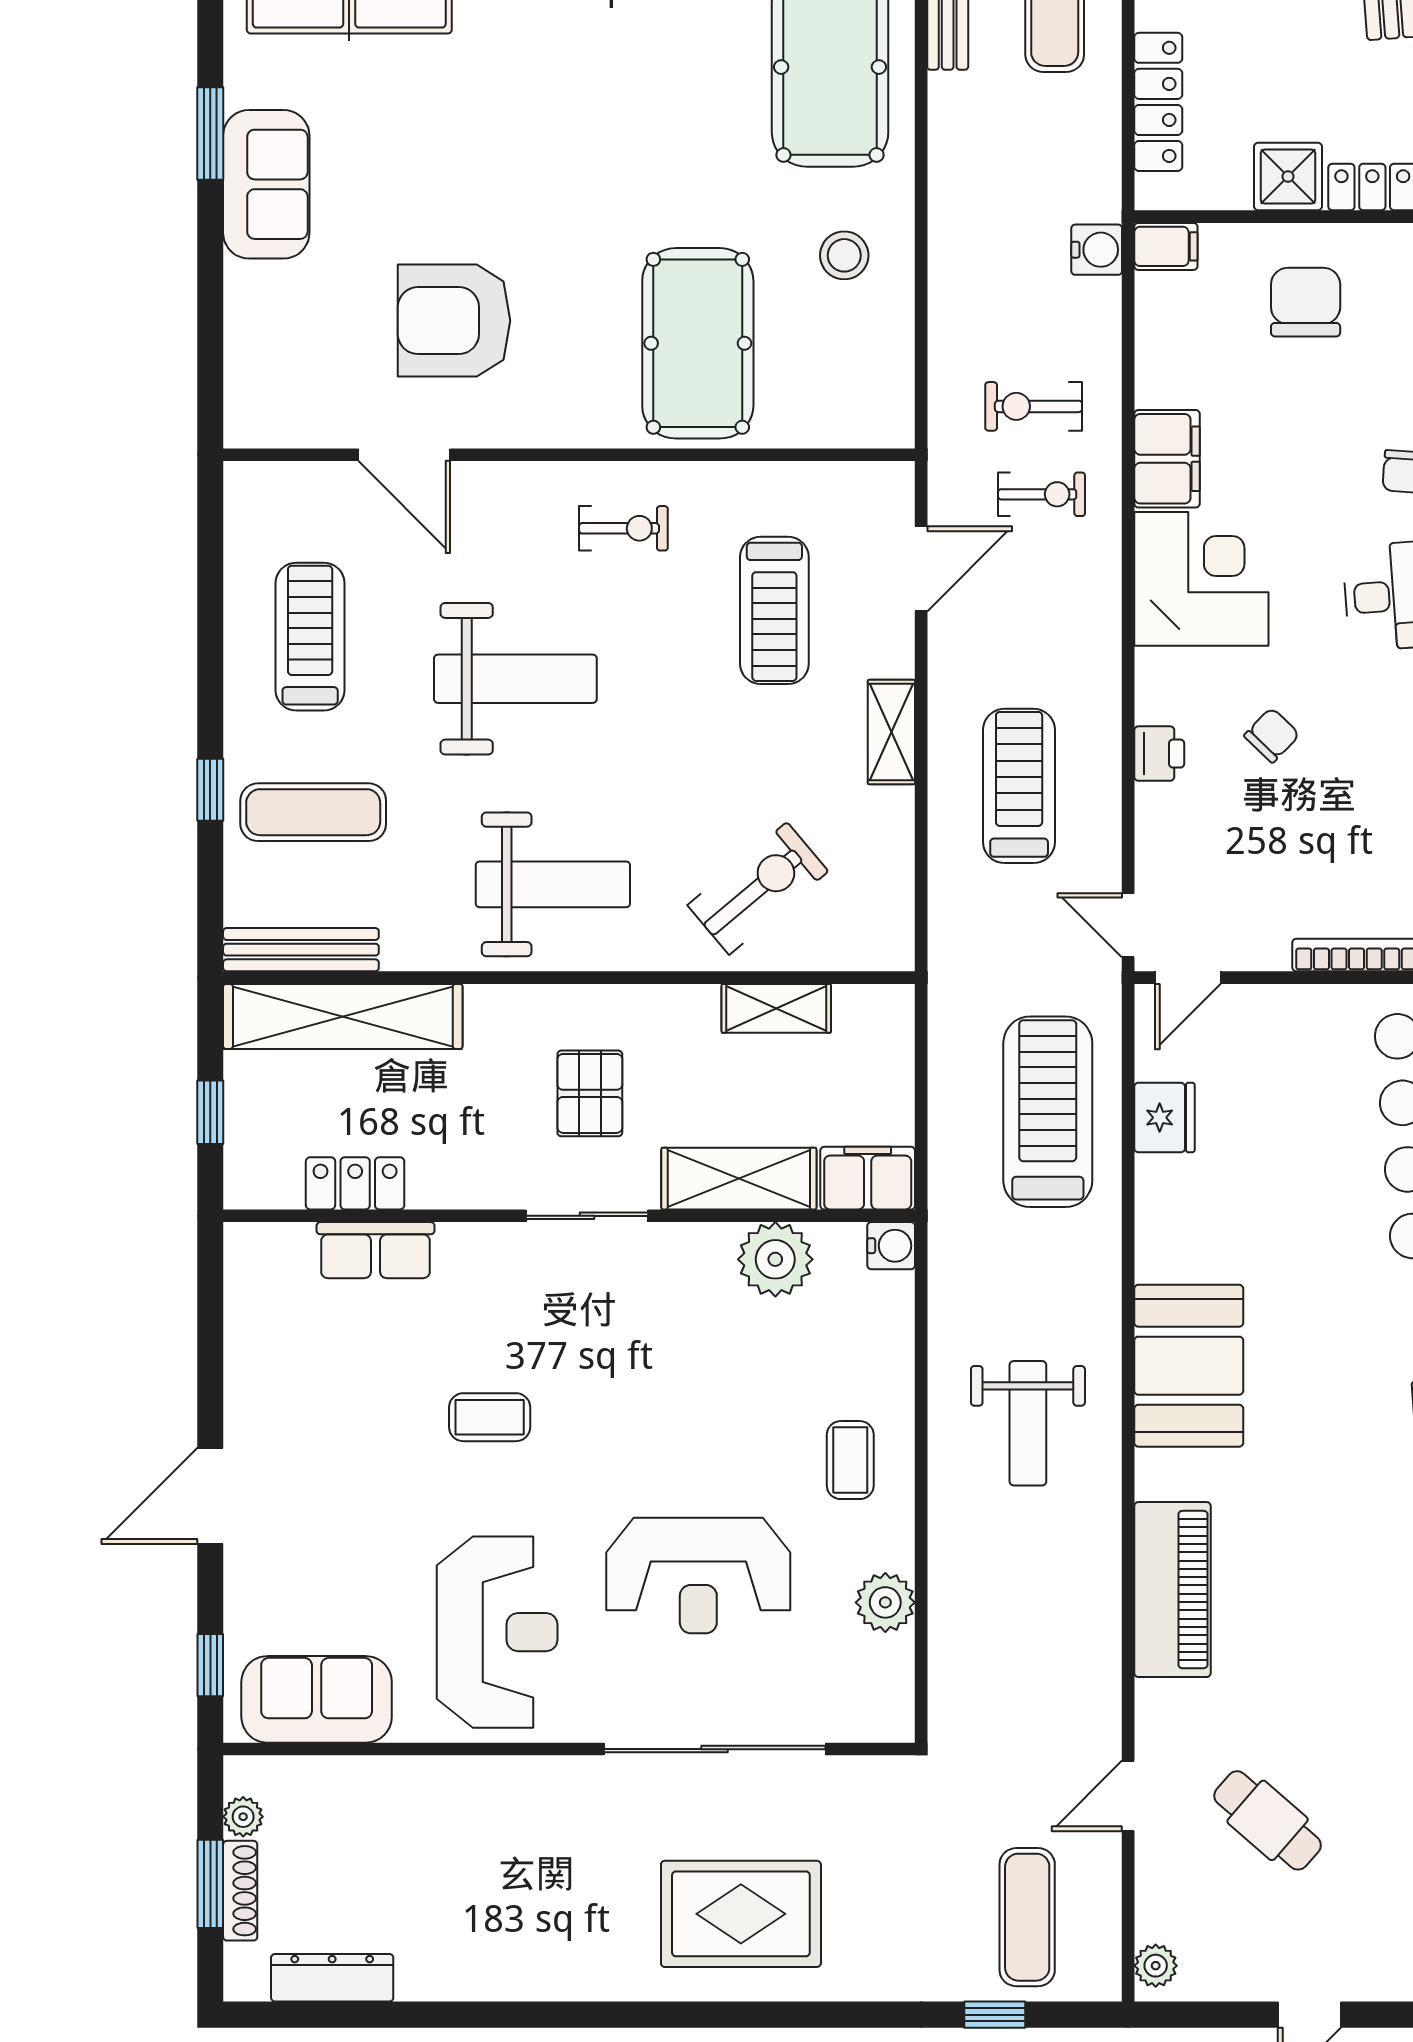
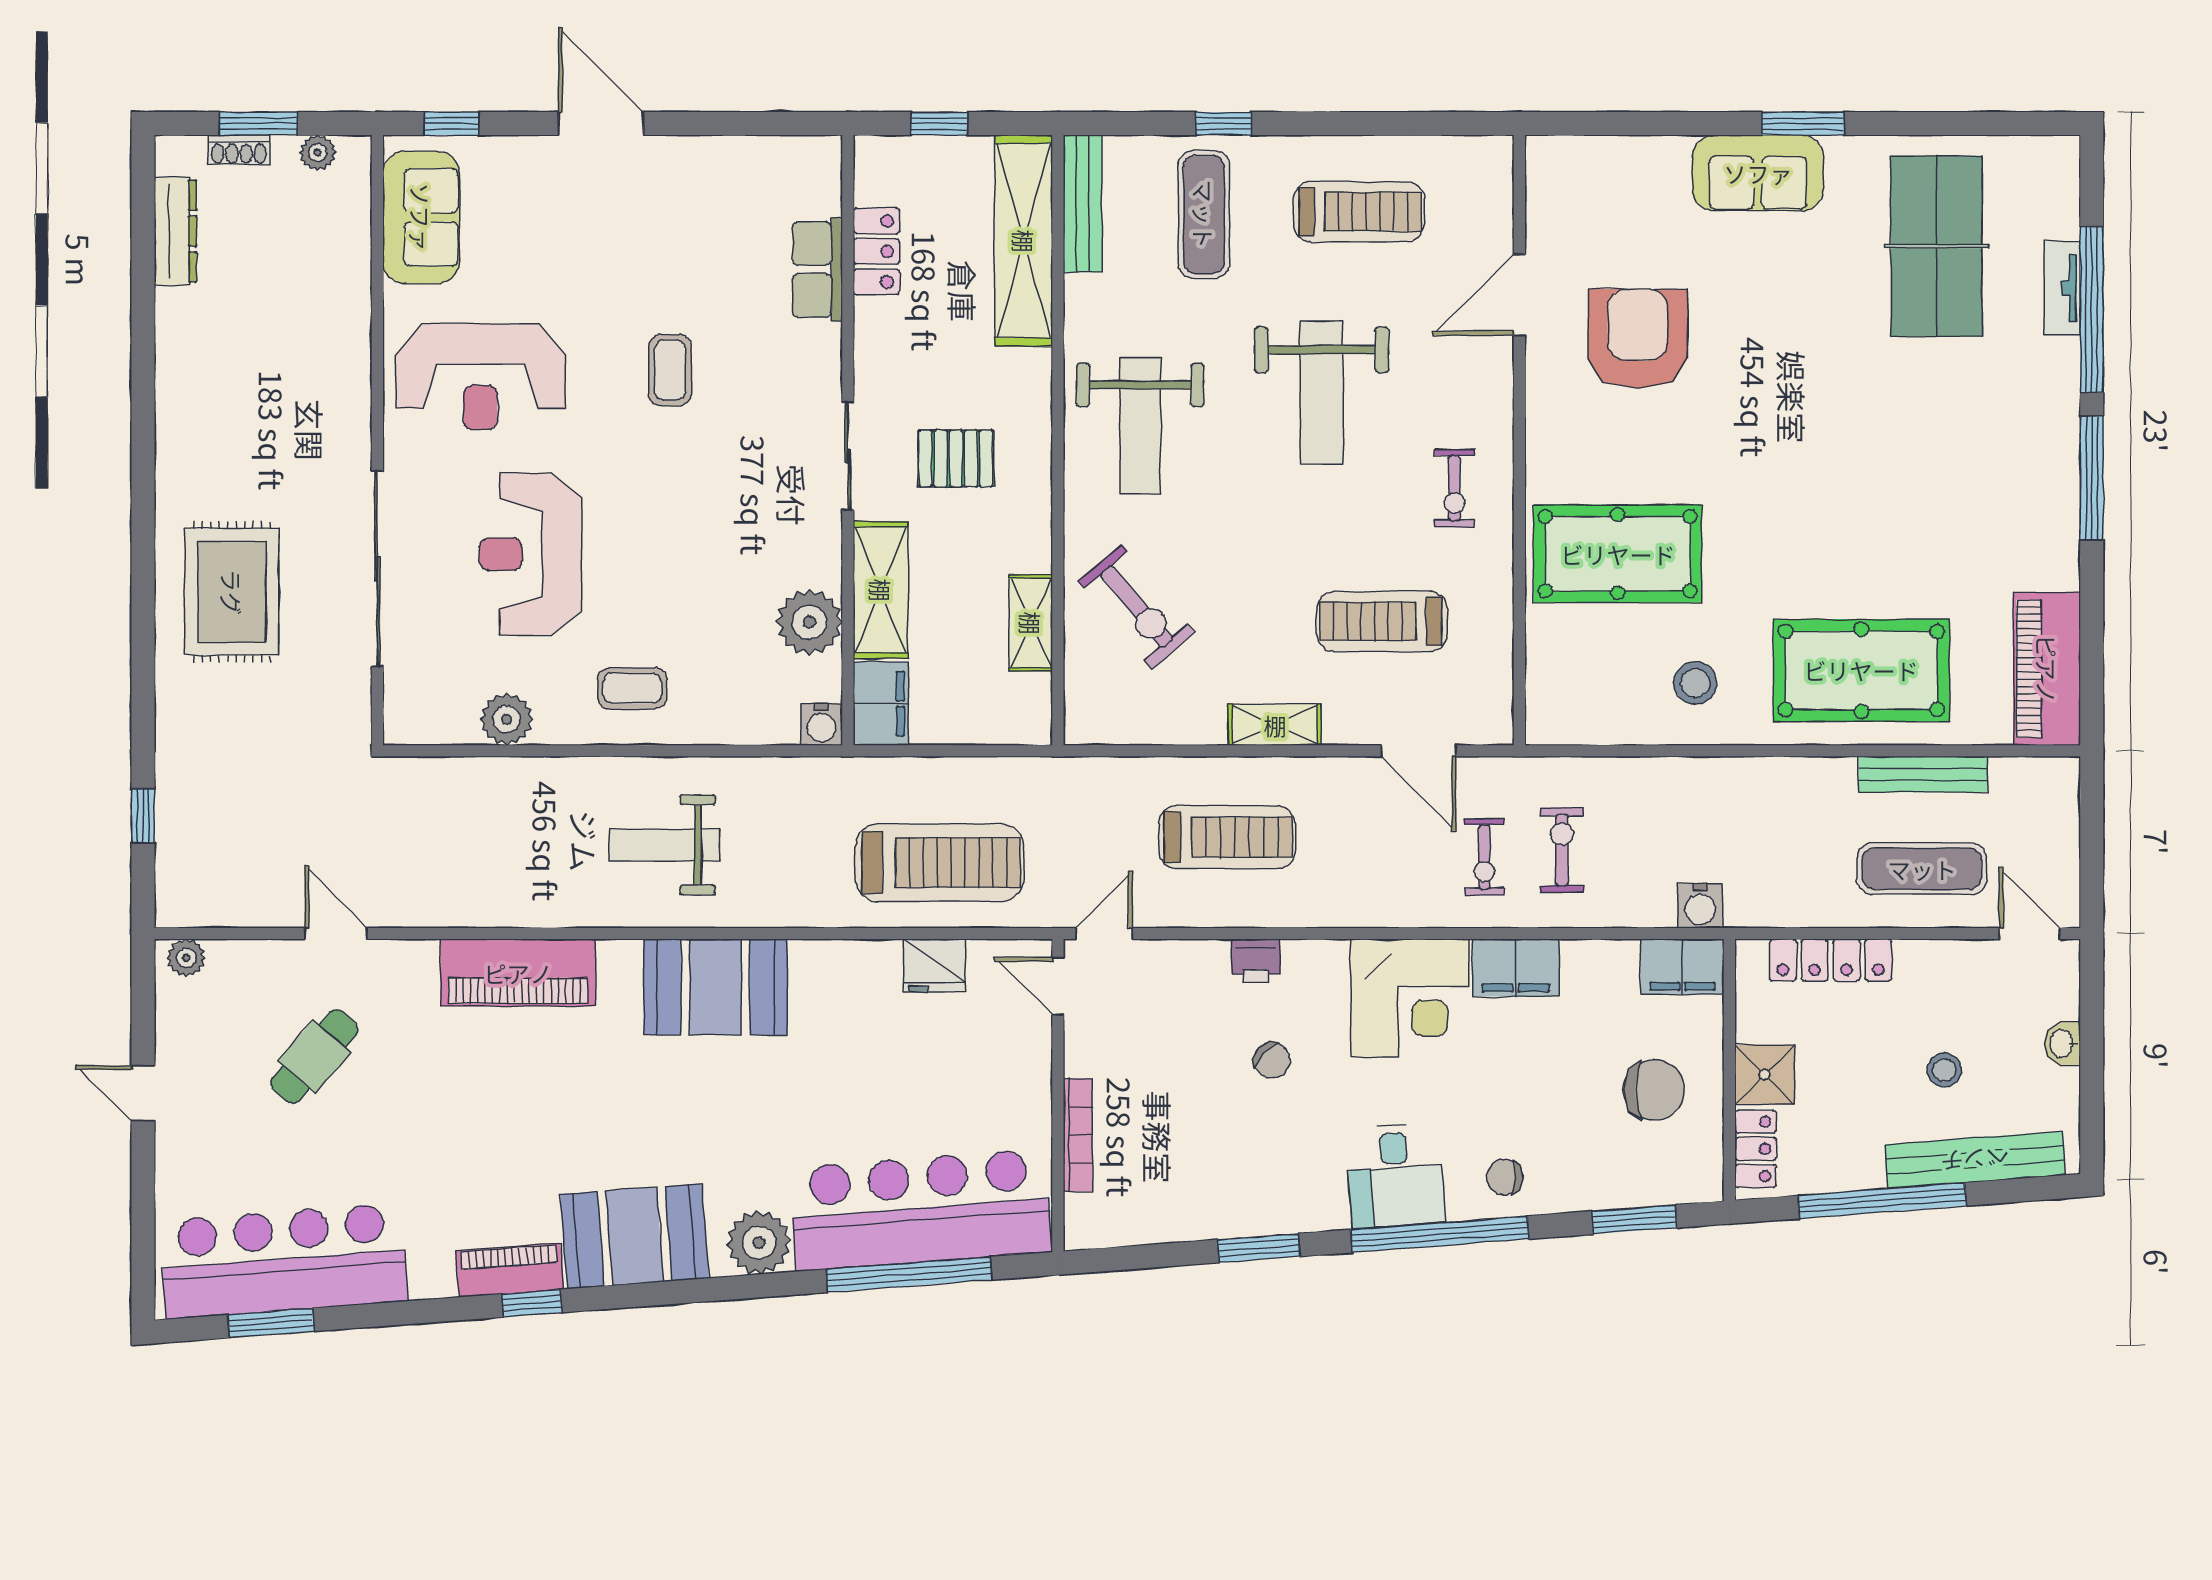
filing cabinet: (1166, 246) -> (1682, 967), width x2.00
shoe rack: (240, 1891) -> (239, 150), width x0.70
exercise mat: (1027, 1917) -> (229, 844), removed

